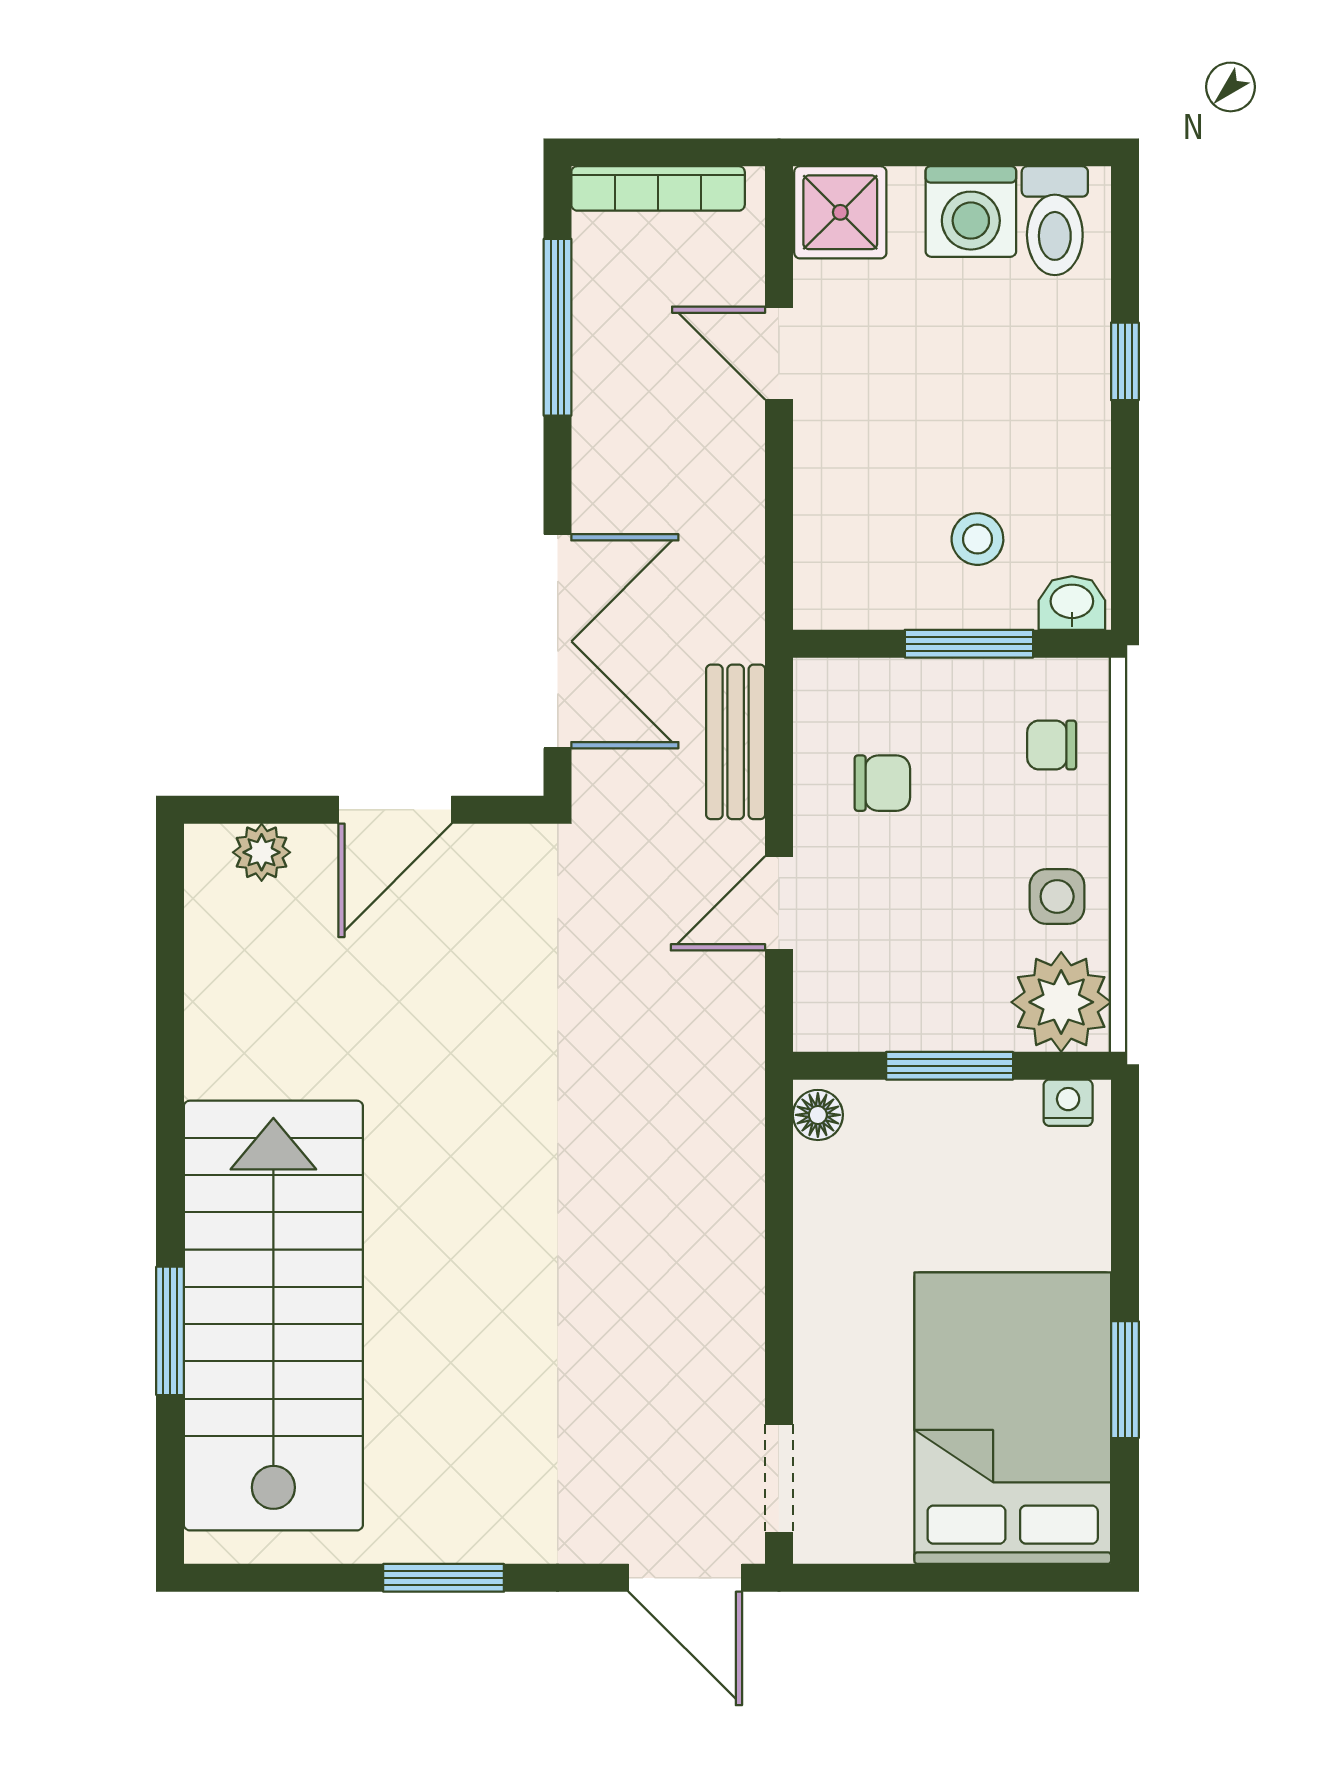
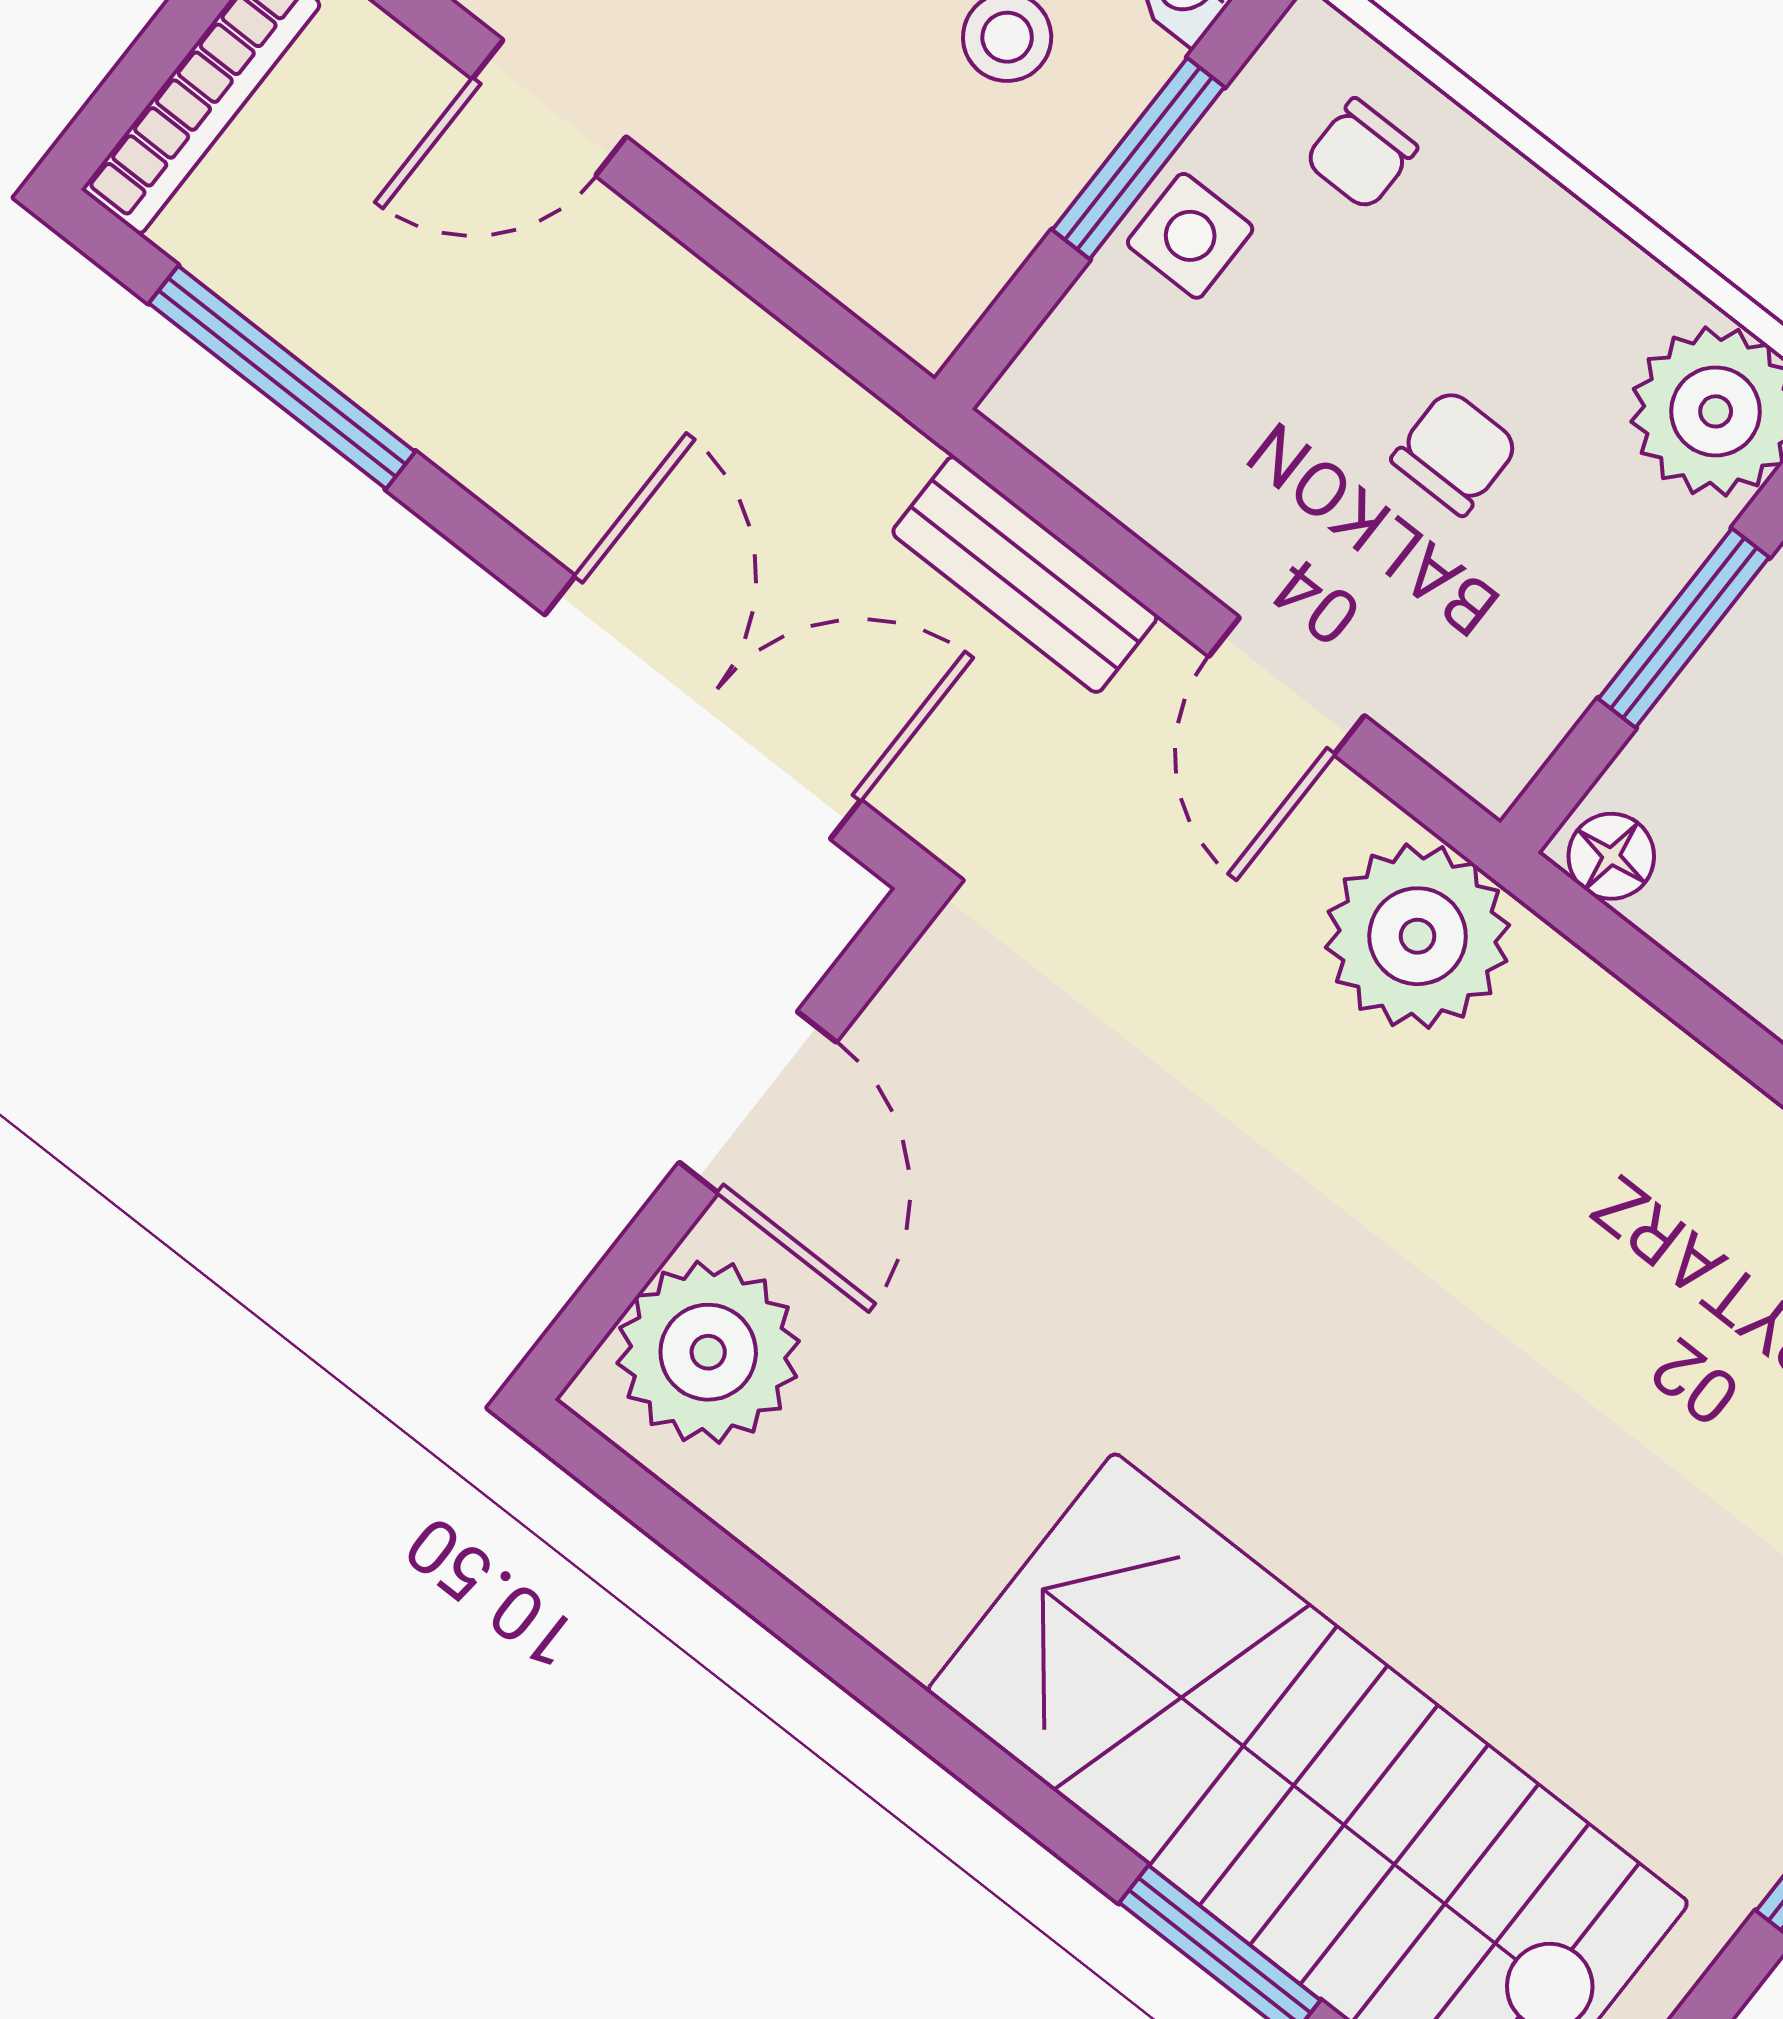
chair: (882, 783) -> (1455, 452), moved
plant: (262, 852) -> (708, 1352), width x1.88, depth x1.88
side table: (1057, 896) -> (1190, 236), moved
plant: (711, 1054) -> (1418, 936), added

